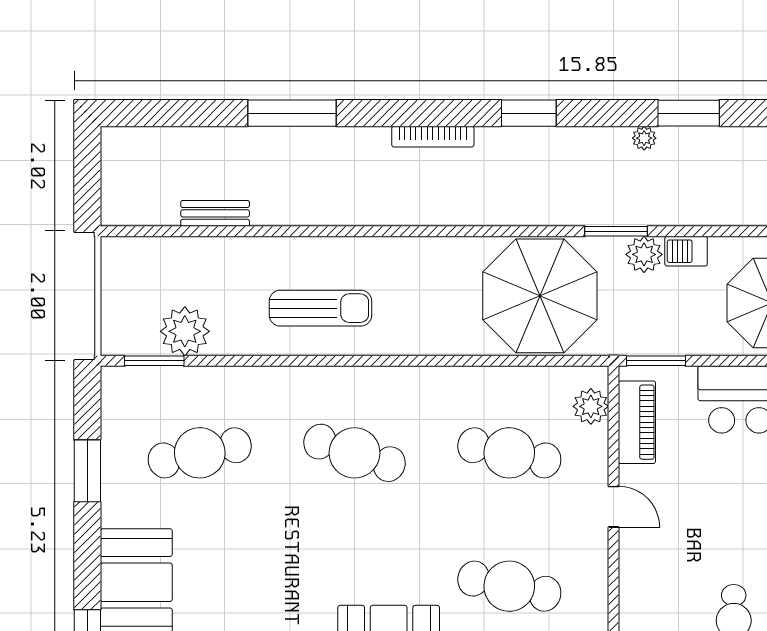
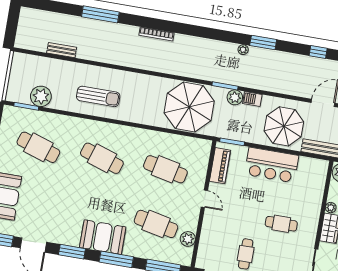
window: (529, 113) -> (198, 31), removed
plant: (591, 406) -> (188, 239), moved
cafe table: (200, 453) -> (38, 147), turned 30

